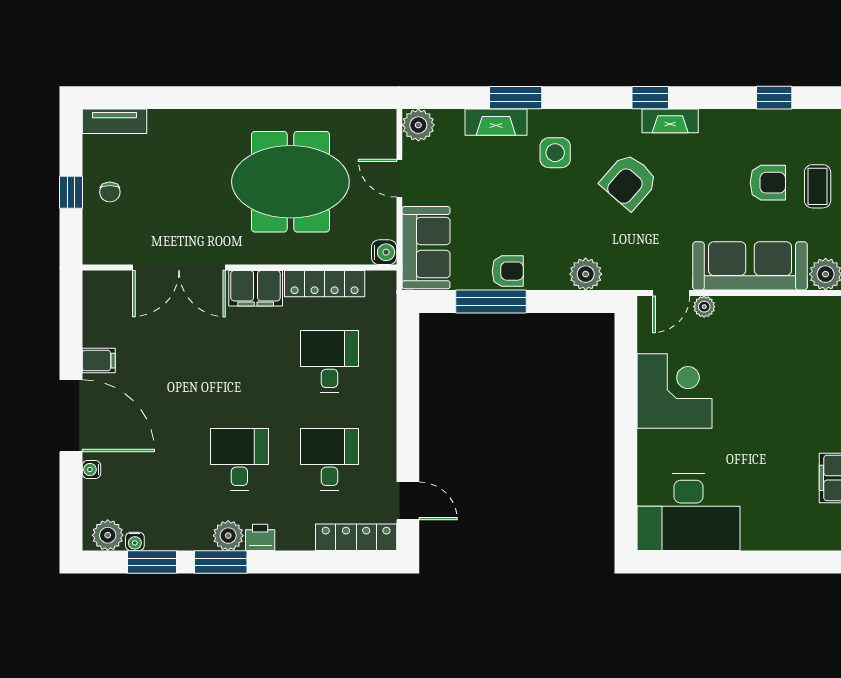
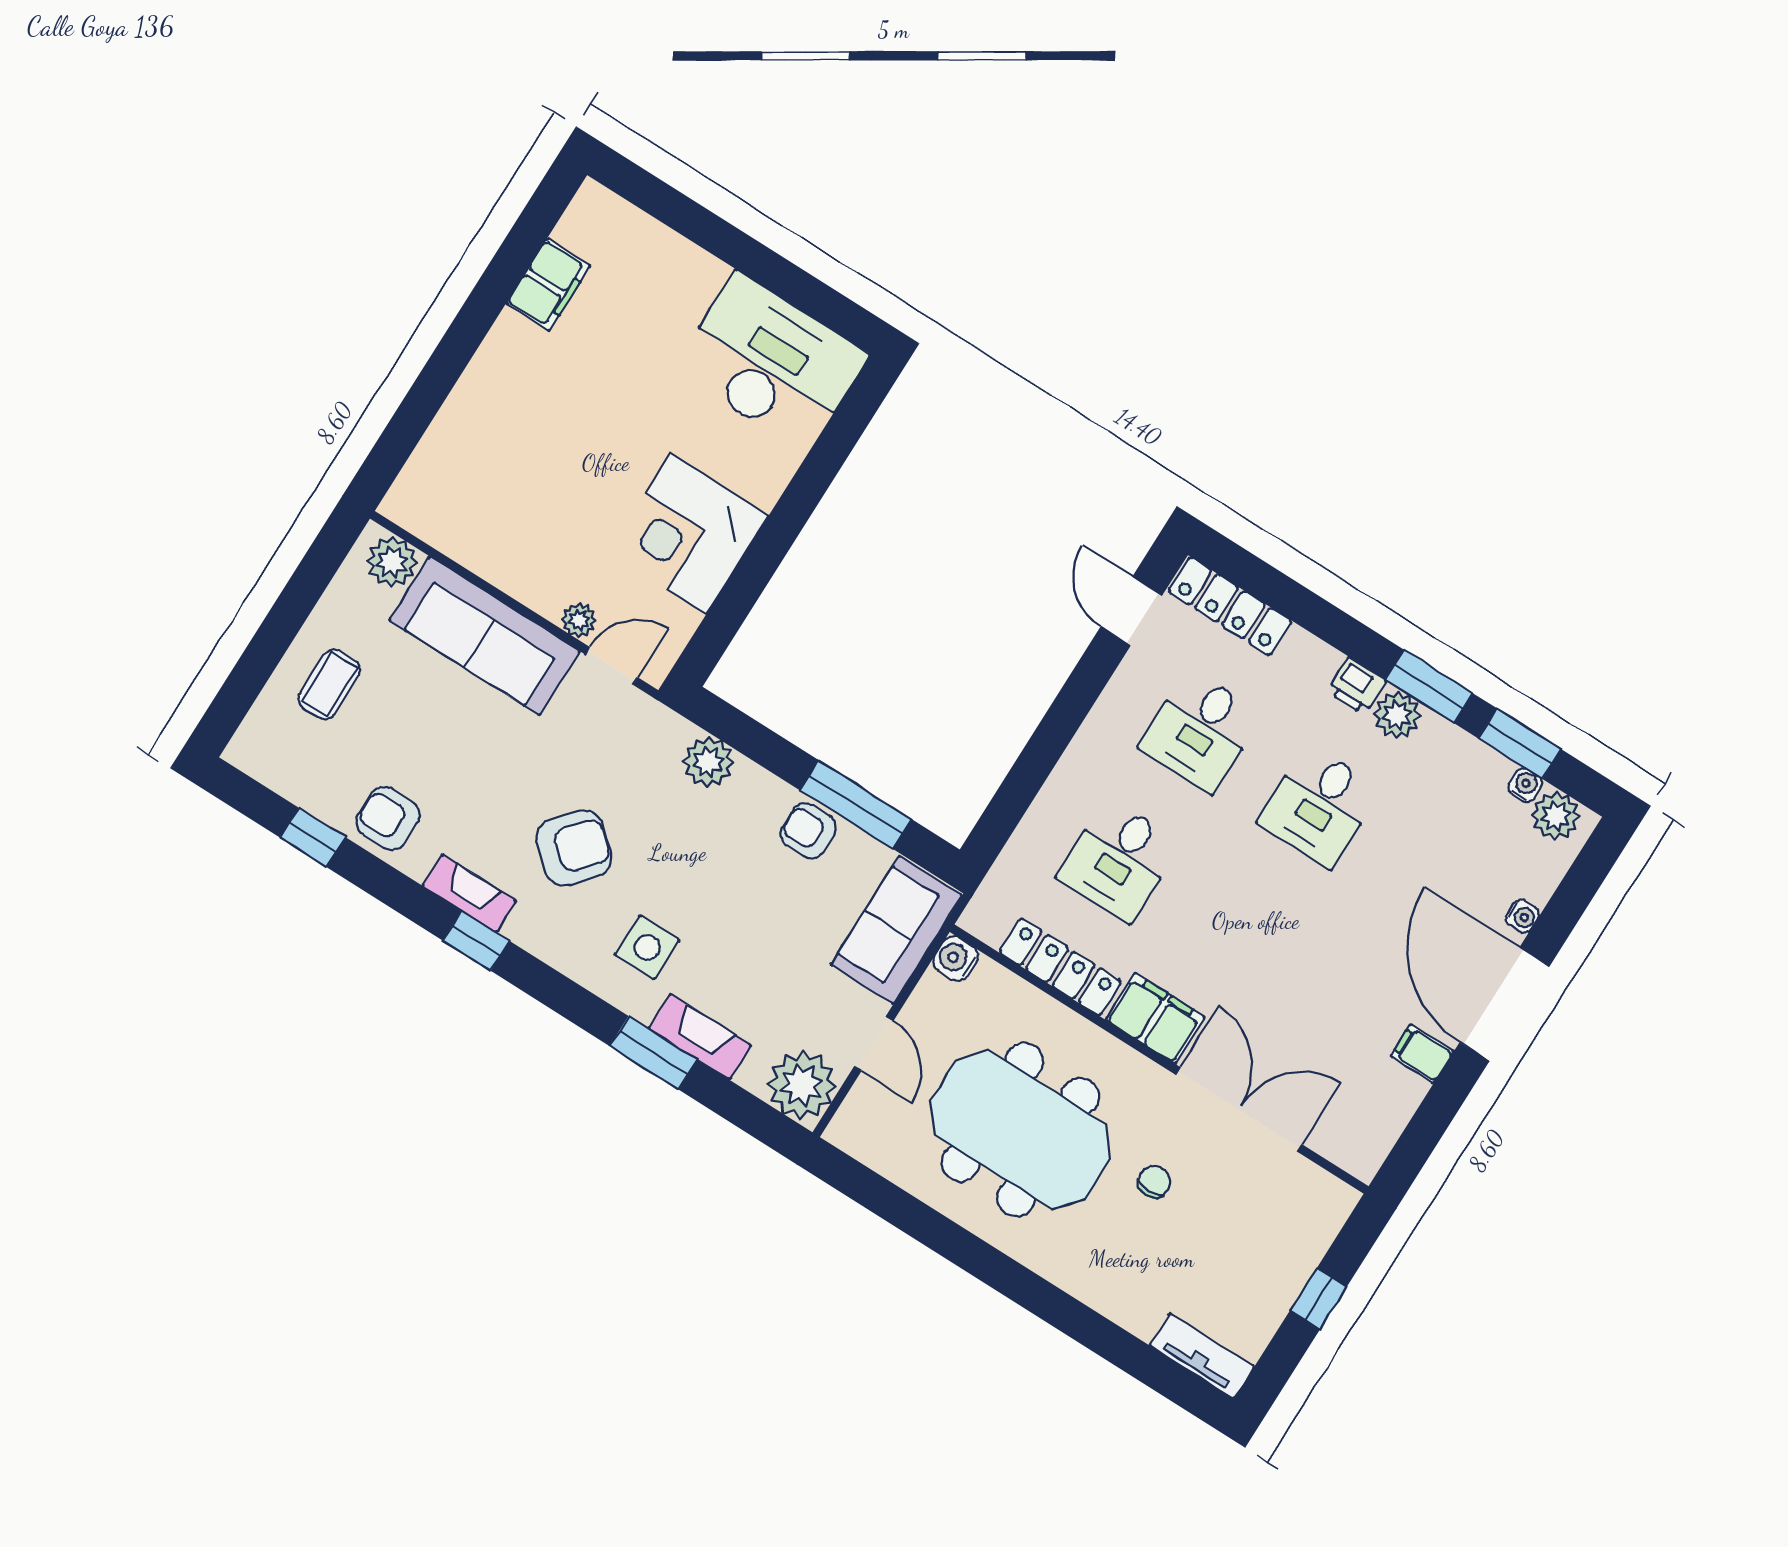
plant: (418, 125) -> (802, 1085), width x1.36, depth x1.36
armchair: (768, 183) -> (388, 818), moved
chair: (110, 192) -> (1154, 1182), moved

